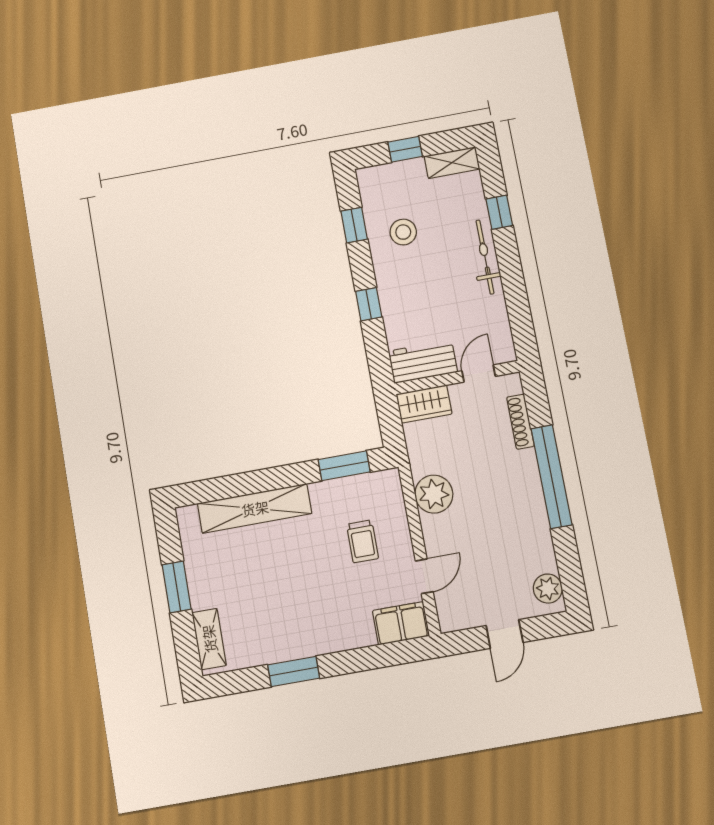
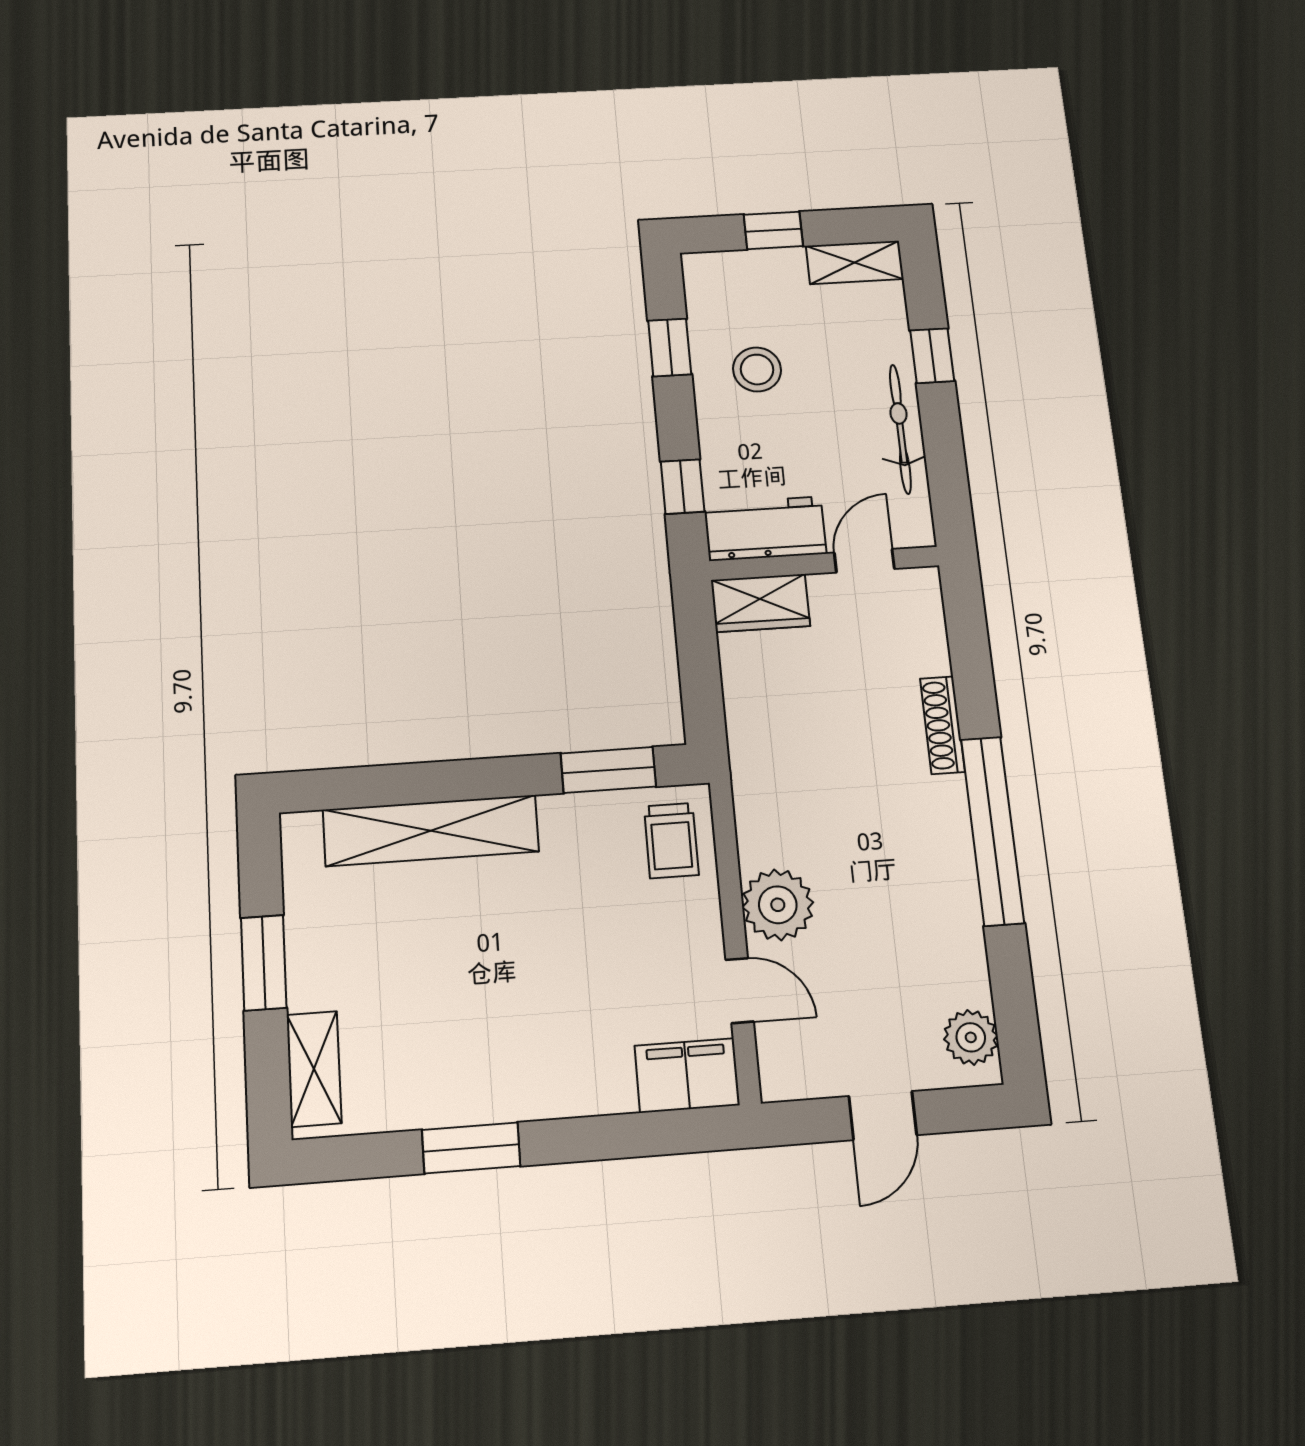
workbench: (423, 362) -> (765, 529), moved
door: (479, 374) -> (864, 561), moved
wall: (457, 378) -> (824, 563), moved
wardrobe: (424, 404) -> (760, 603), moved
plant: (434, 494) -> (778, 905), moved
trolley: (362, 541) -> (671, 841), moved
door: (424, 576) -> (740, 991), hinge flipped

